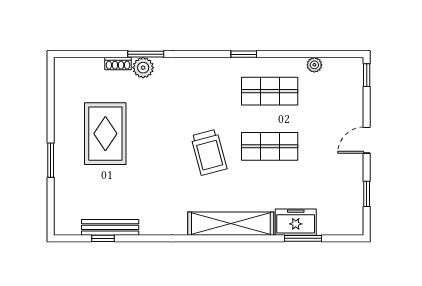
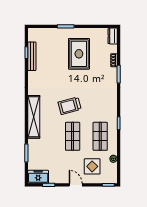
dresser: (70, 66) -> (113, 36), added
plant: (143, 68) -> (112, 73), removed
display table: (330, 107) -> (92, 166), added
rug: (105, 134) -> (79, 54), turned 90
freezer: (296, 222) -> (38, 177), moved, turned -90

